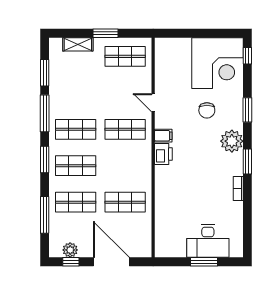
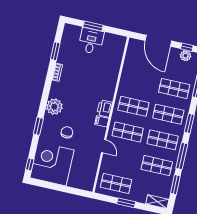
shelving: (78, 44) -> (157, 202), moved
shop shelf: (76, 93) -> (157, 166), added
window: (247, 161) -> (55, 51), moved
shop shelf: (125, 202) -> (133, 106), moved
desk: (208, 241) -> (91, 41), width x0.73

